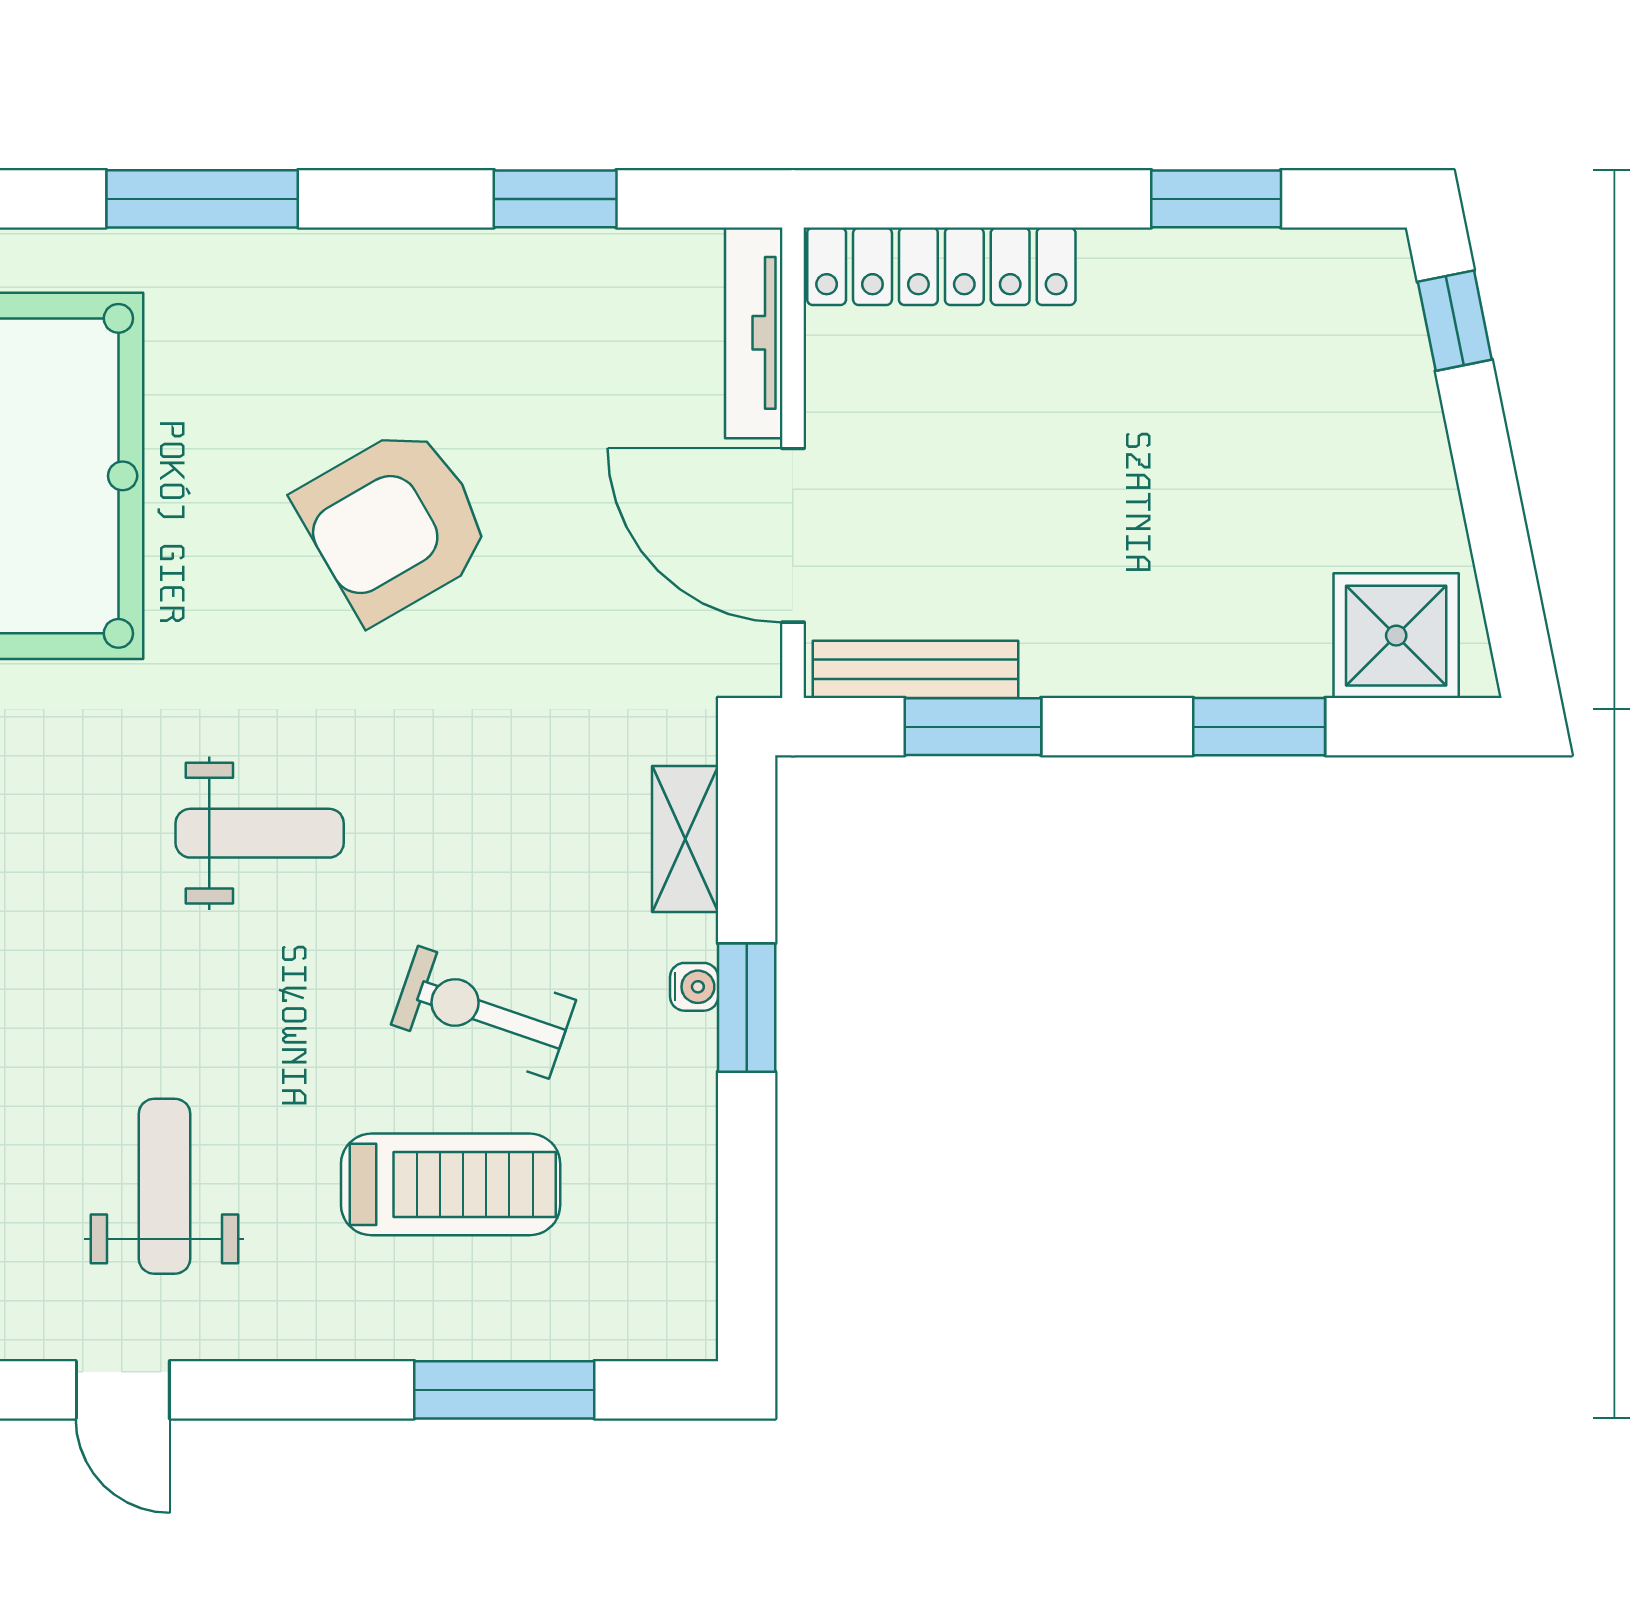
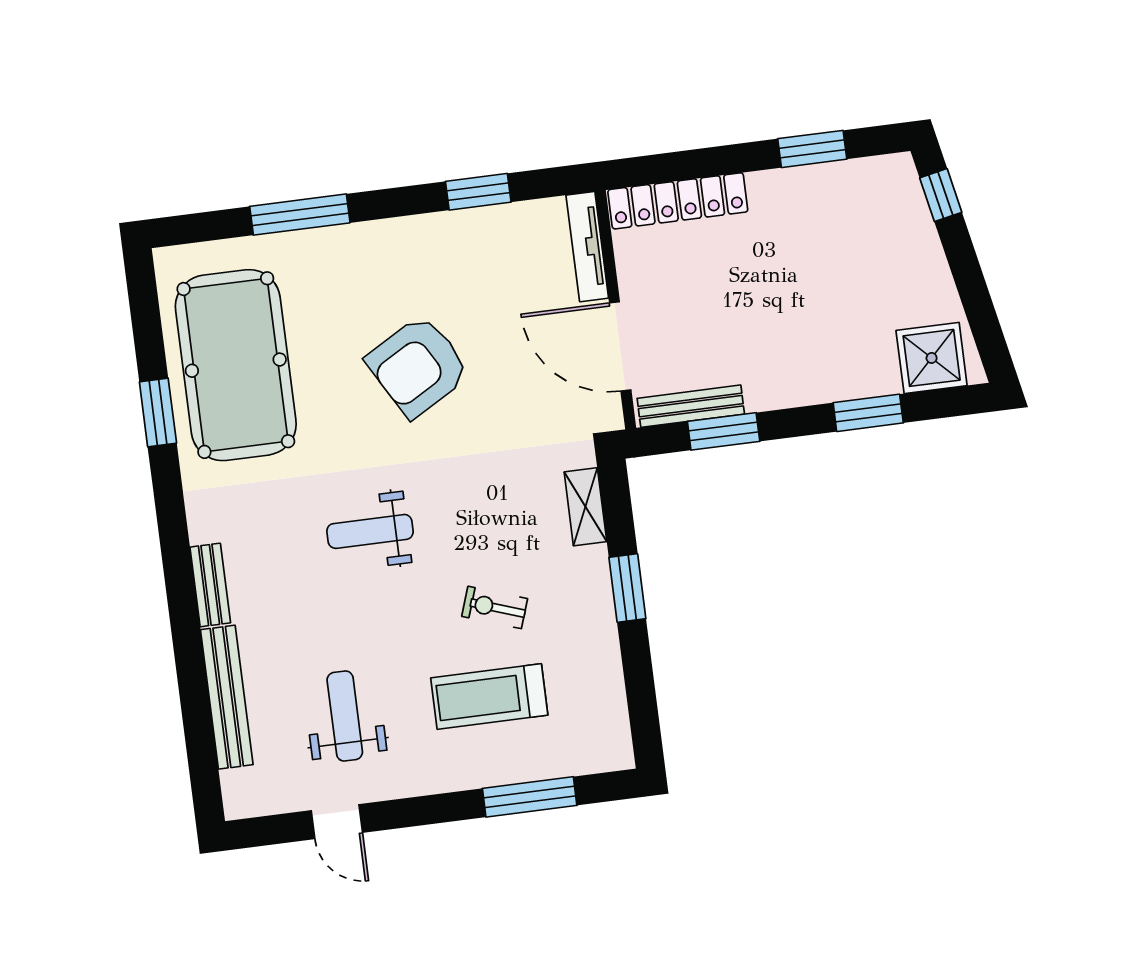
weight bench: (260, 833) -> (370, 531), turned 180
water cooler: (694, 987) -> (599, 581), removed
exercise bike: (483, 1012) -> (495, 607), width x0.73, depth x0.72
treadmill: (451, 1184) -> (489, 697), turned 180

